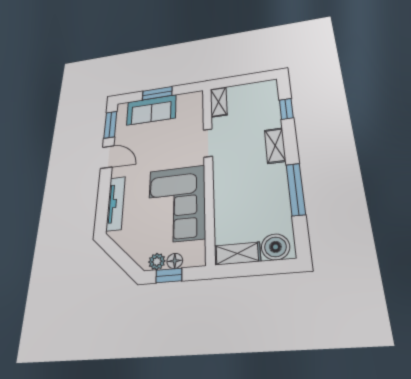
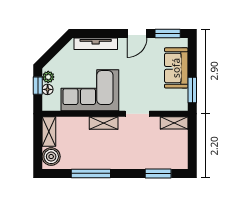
window: (157, 93) -> (192, 90), moved
window: (286, 109) -> (158, 173), width x1.50
shelving: (275, 146) -> (104, 123), moved

